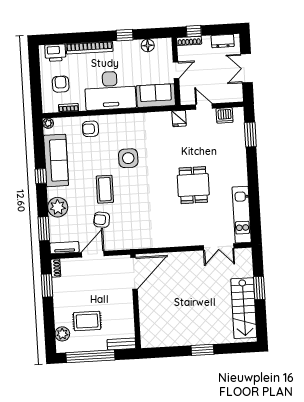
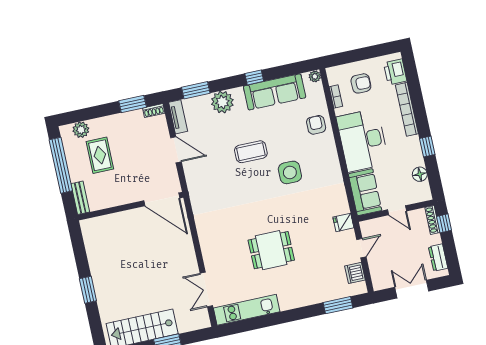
armchair: (102, 220) -> (216, 154), removed

